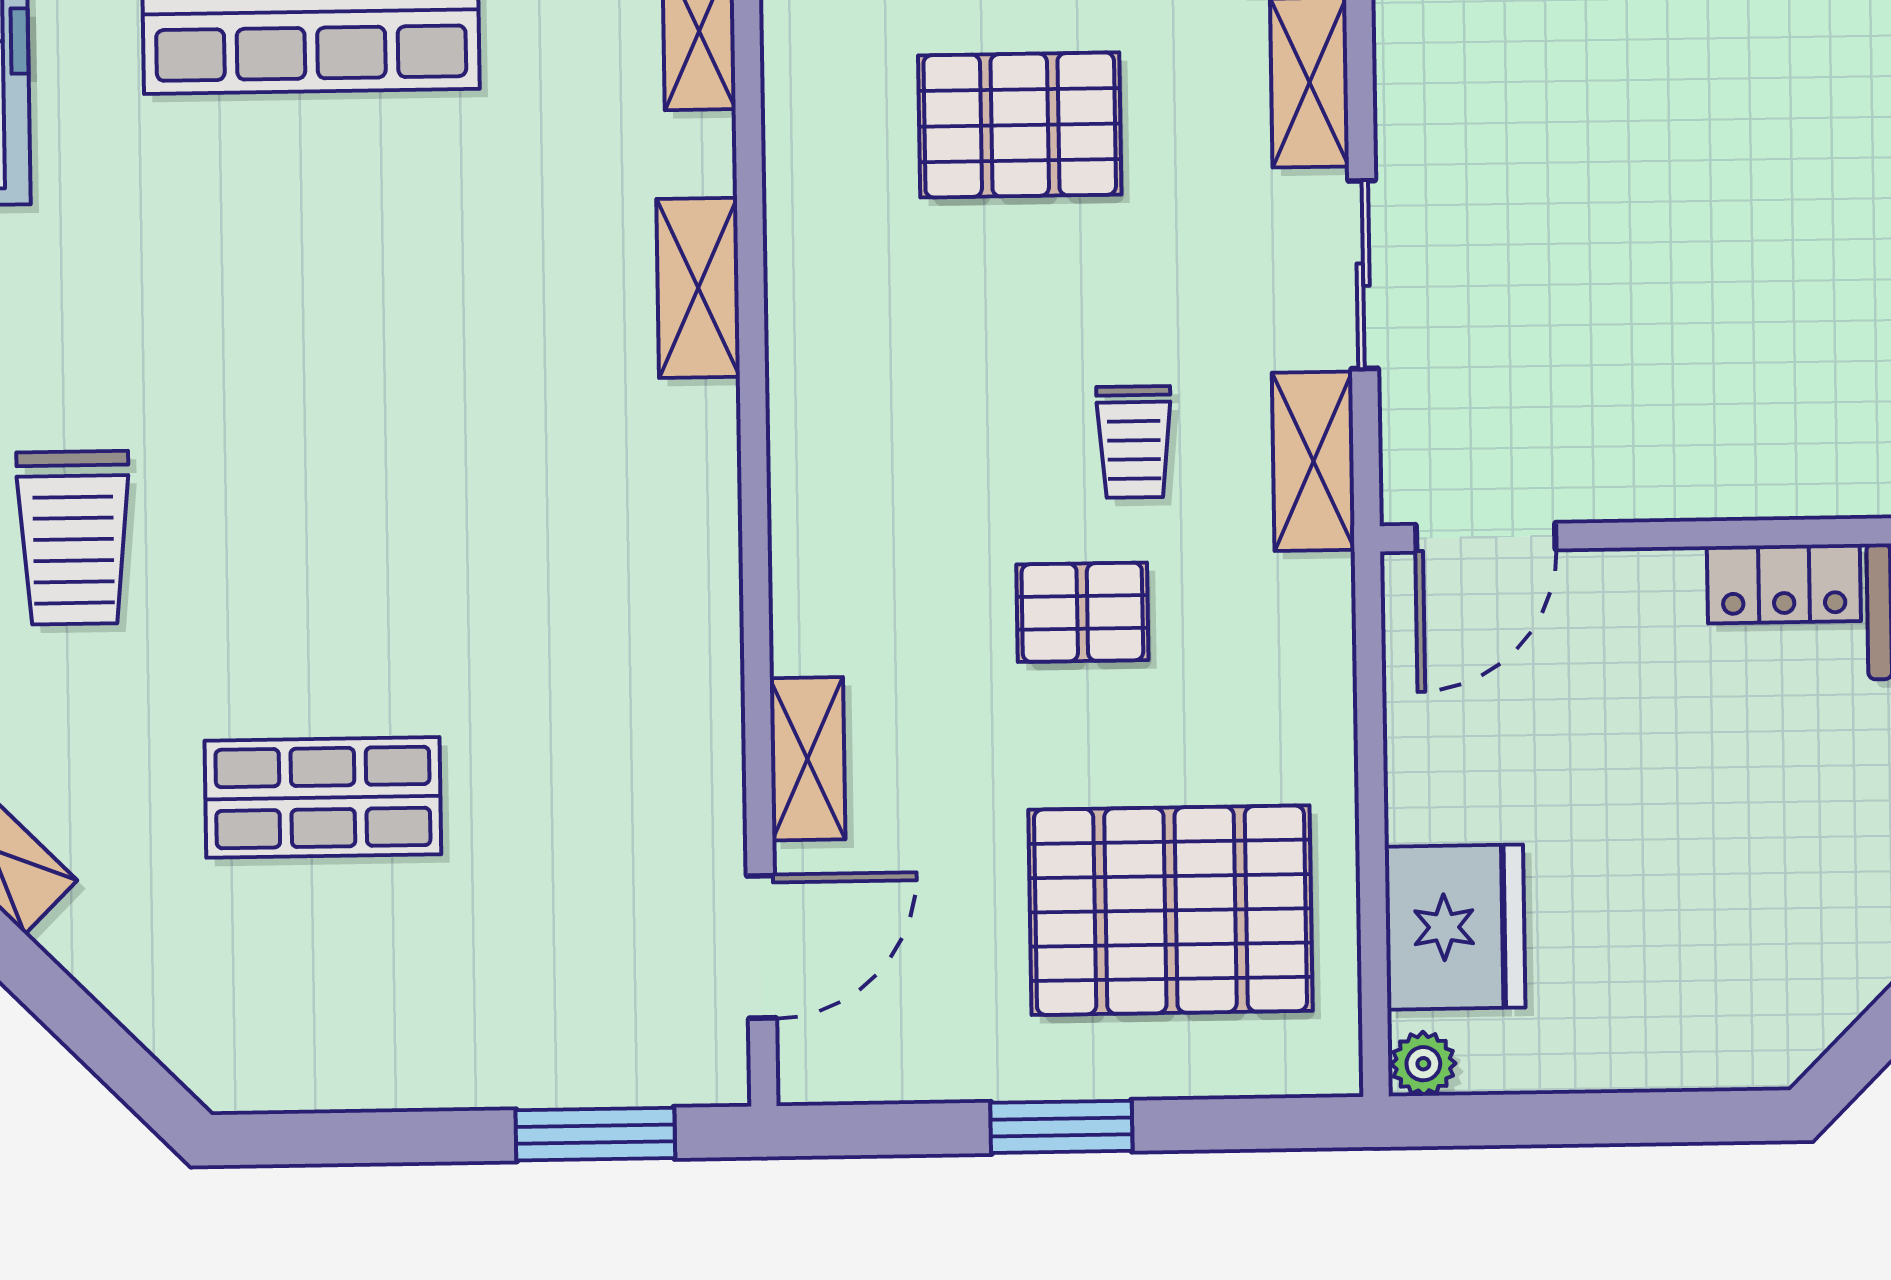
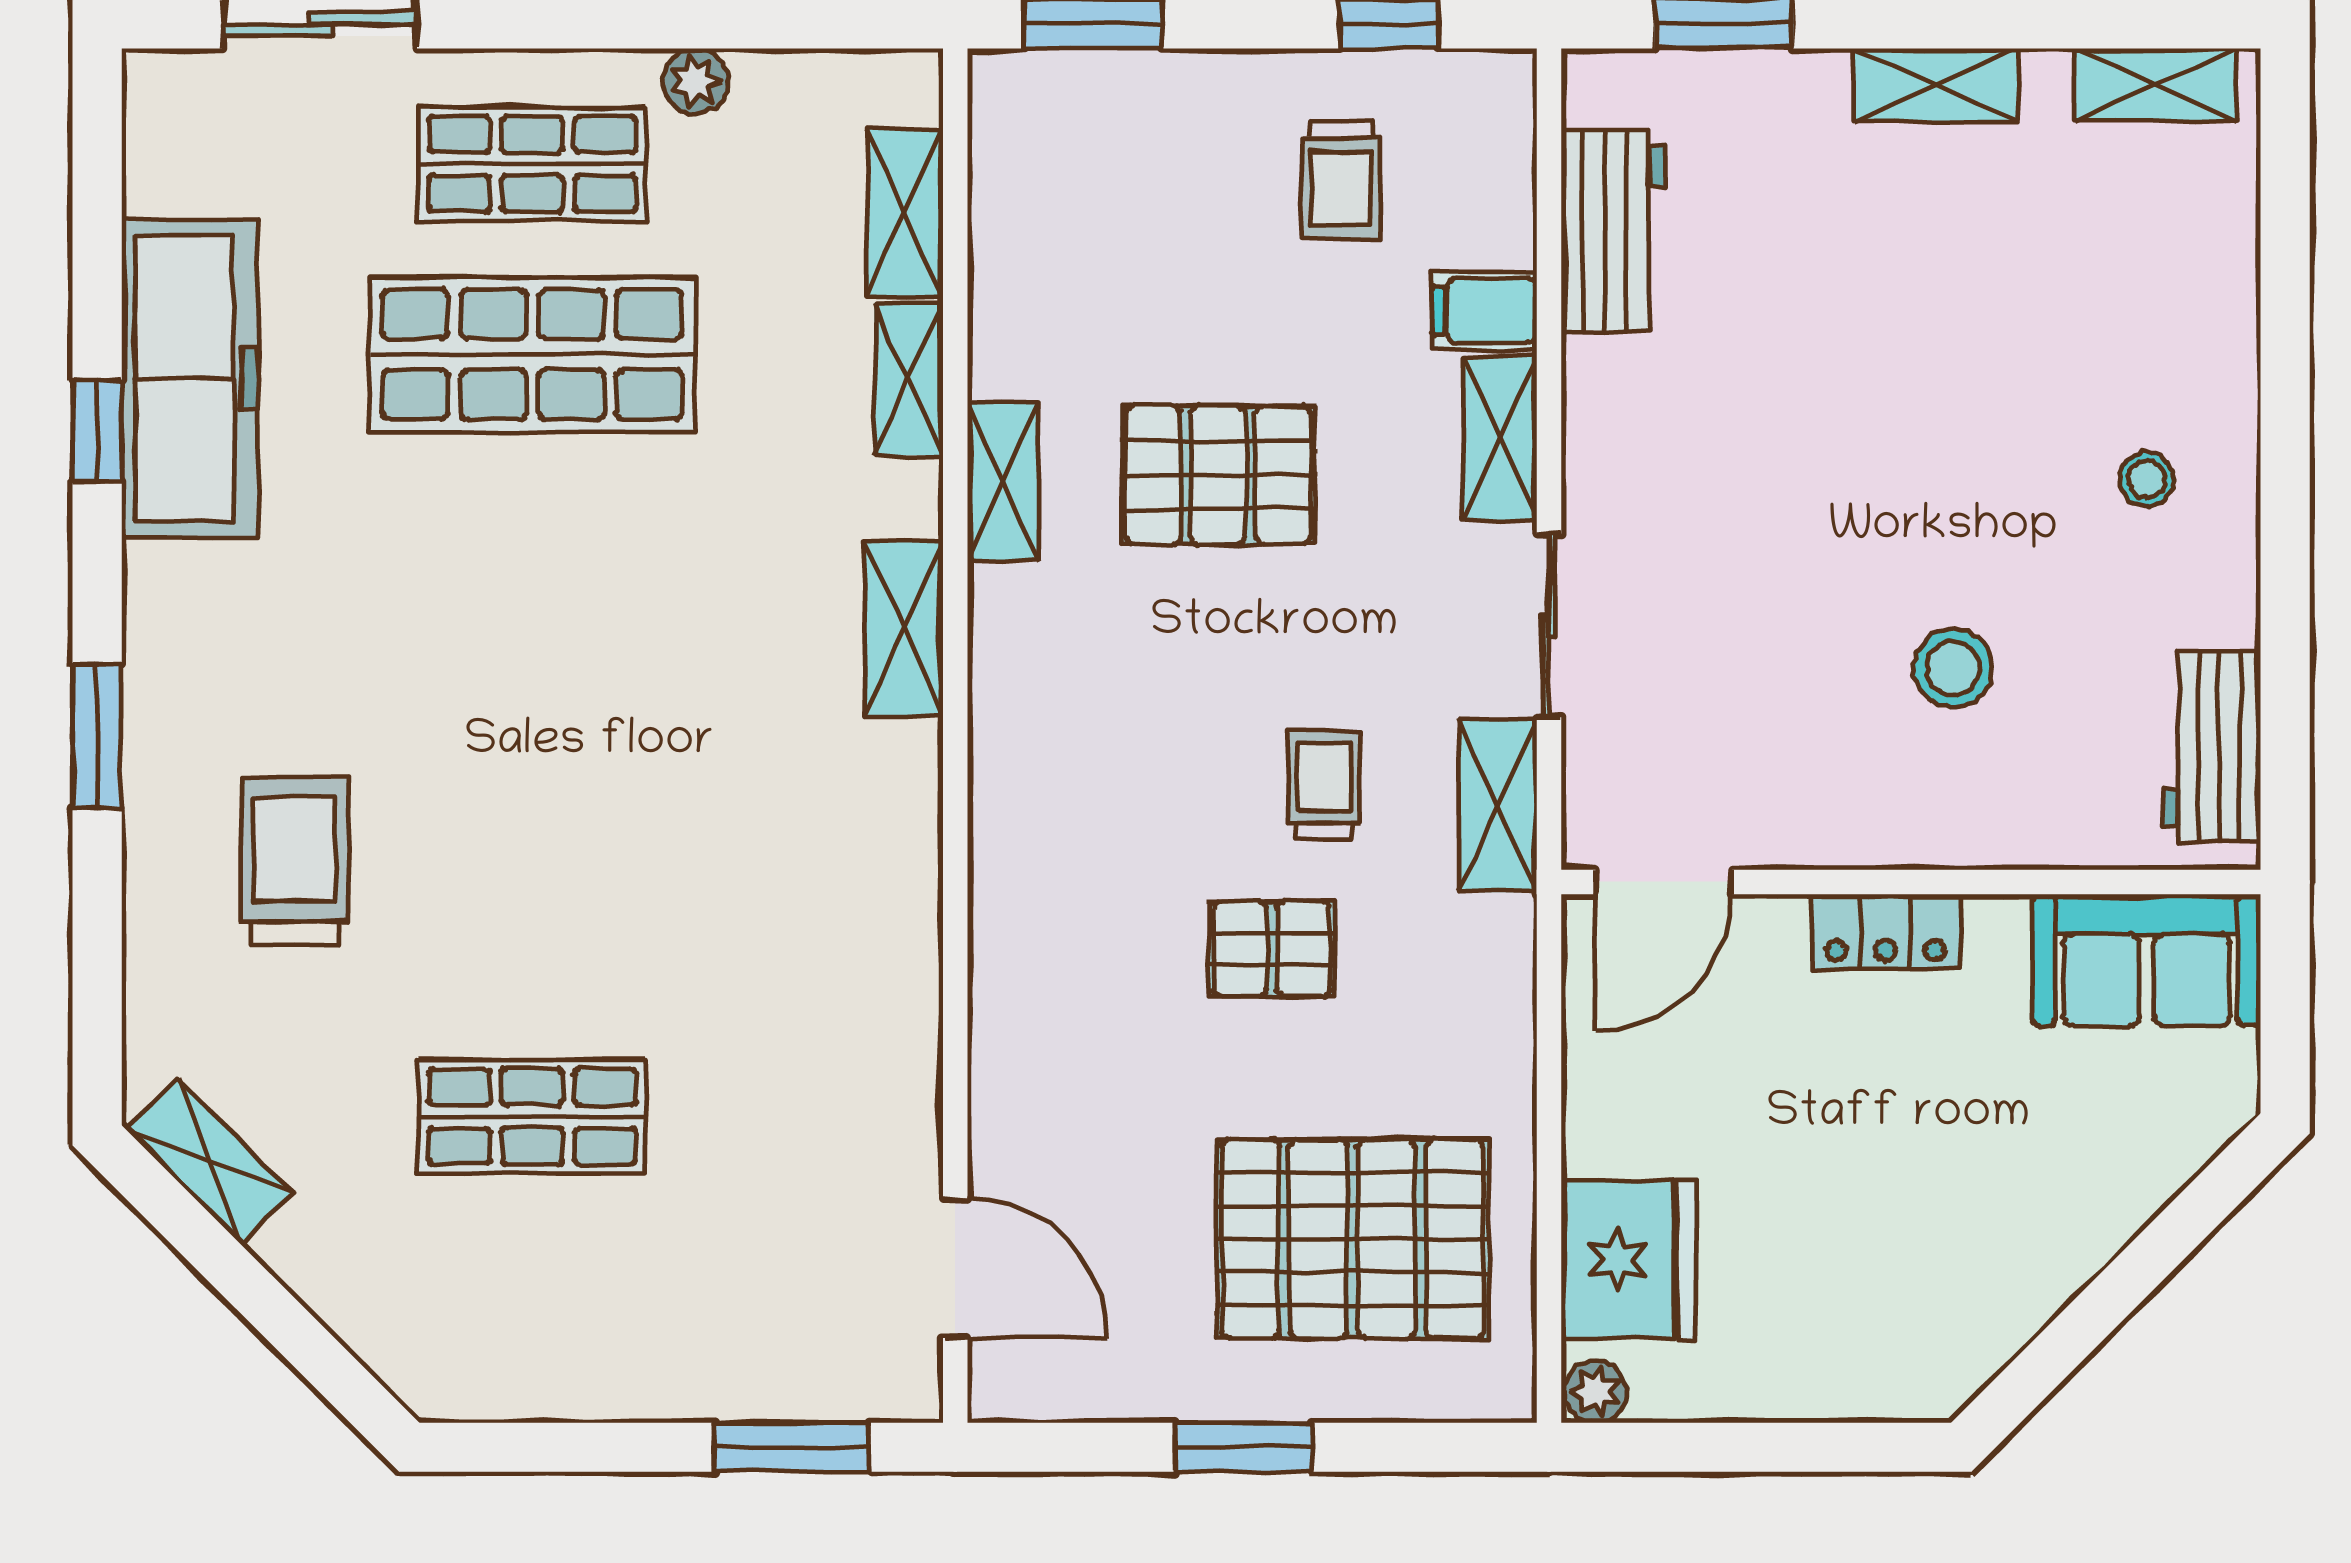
stool: (1780, 312) -> (1953, 668), added
trolley: (1134, 442) -> (1324, 784), turned 180
trolley: (73, 538) -> (294, 861), turned 180
locker: (1784, 584) -> (1886, 932), moved
shelving: (808, 759) -> (1003, 482), moved
door: (761, 947) -> (955, 1268), hinge flipped

